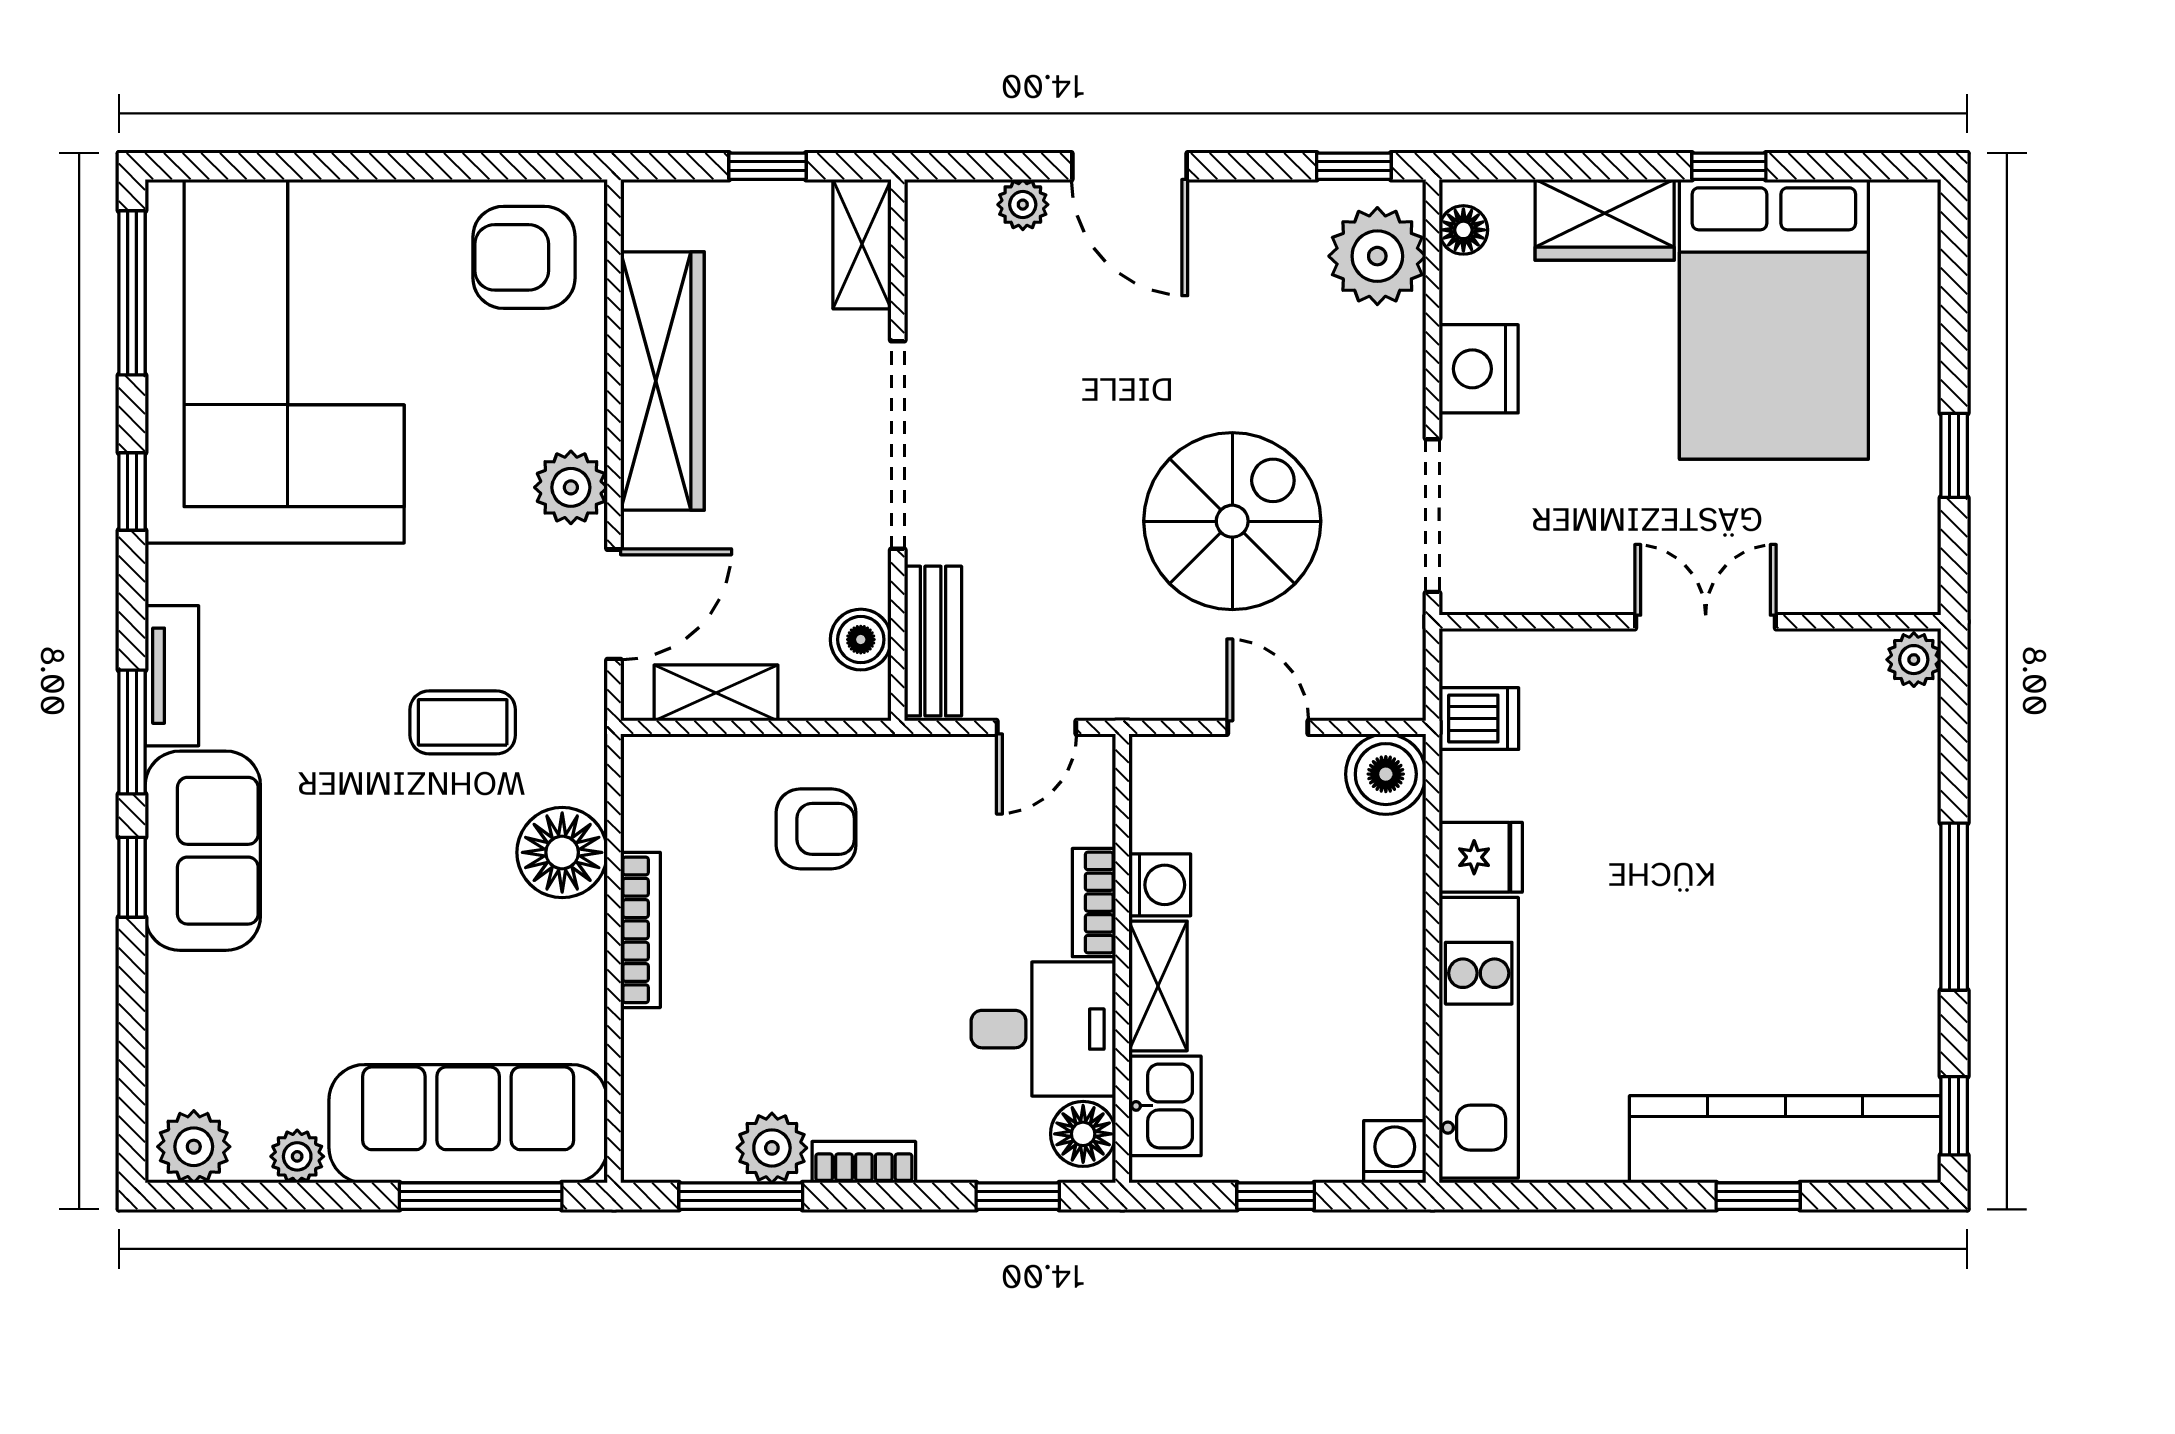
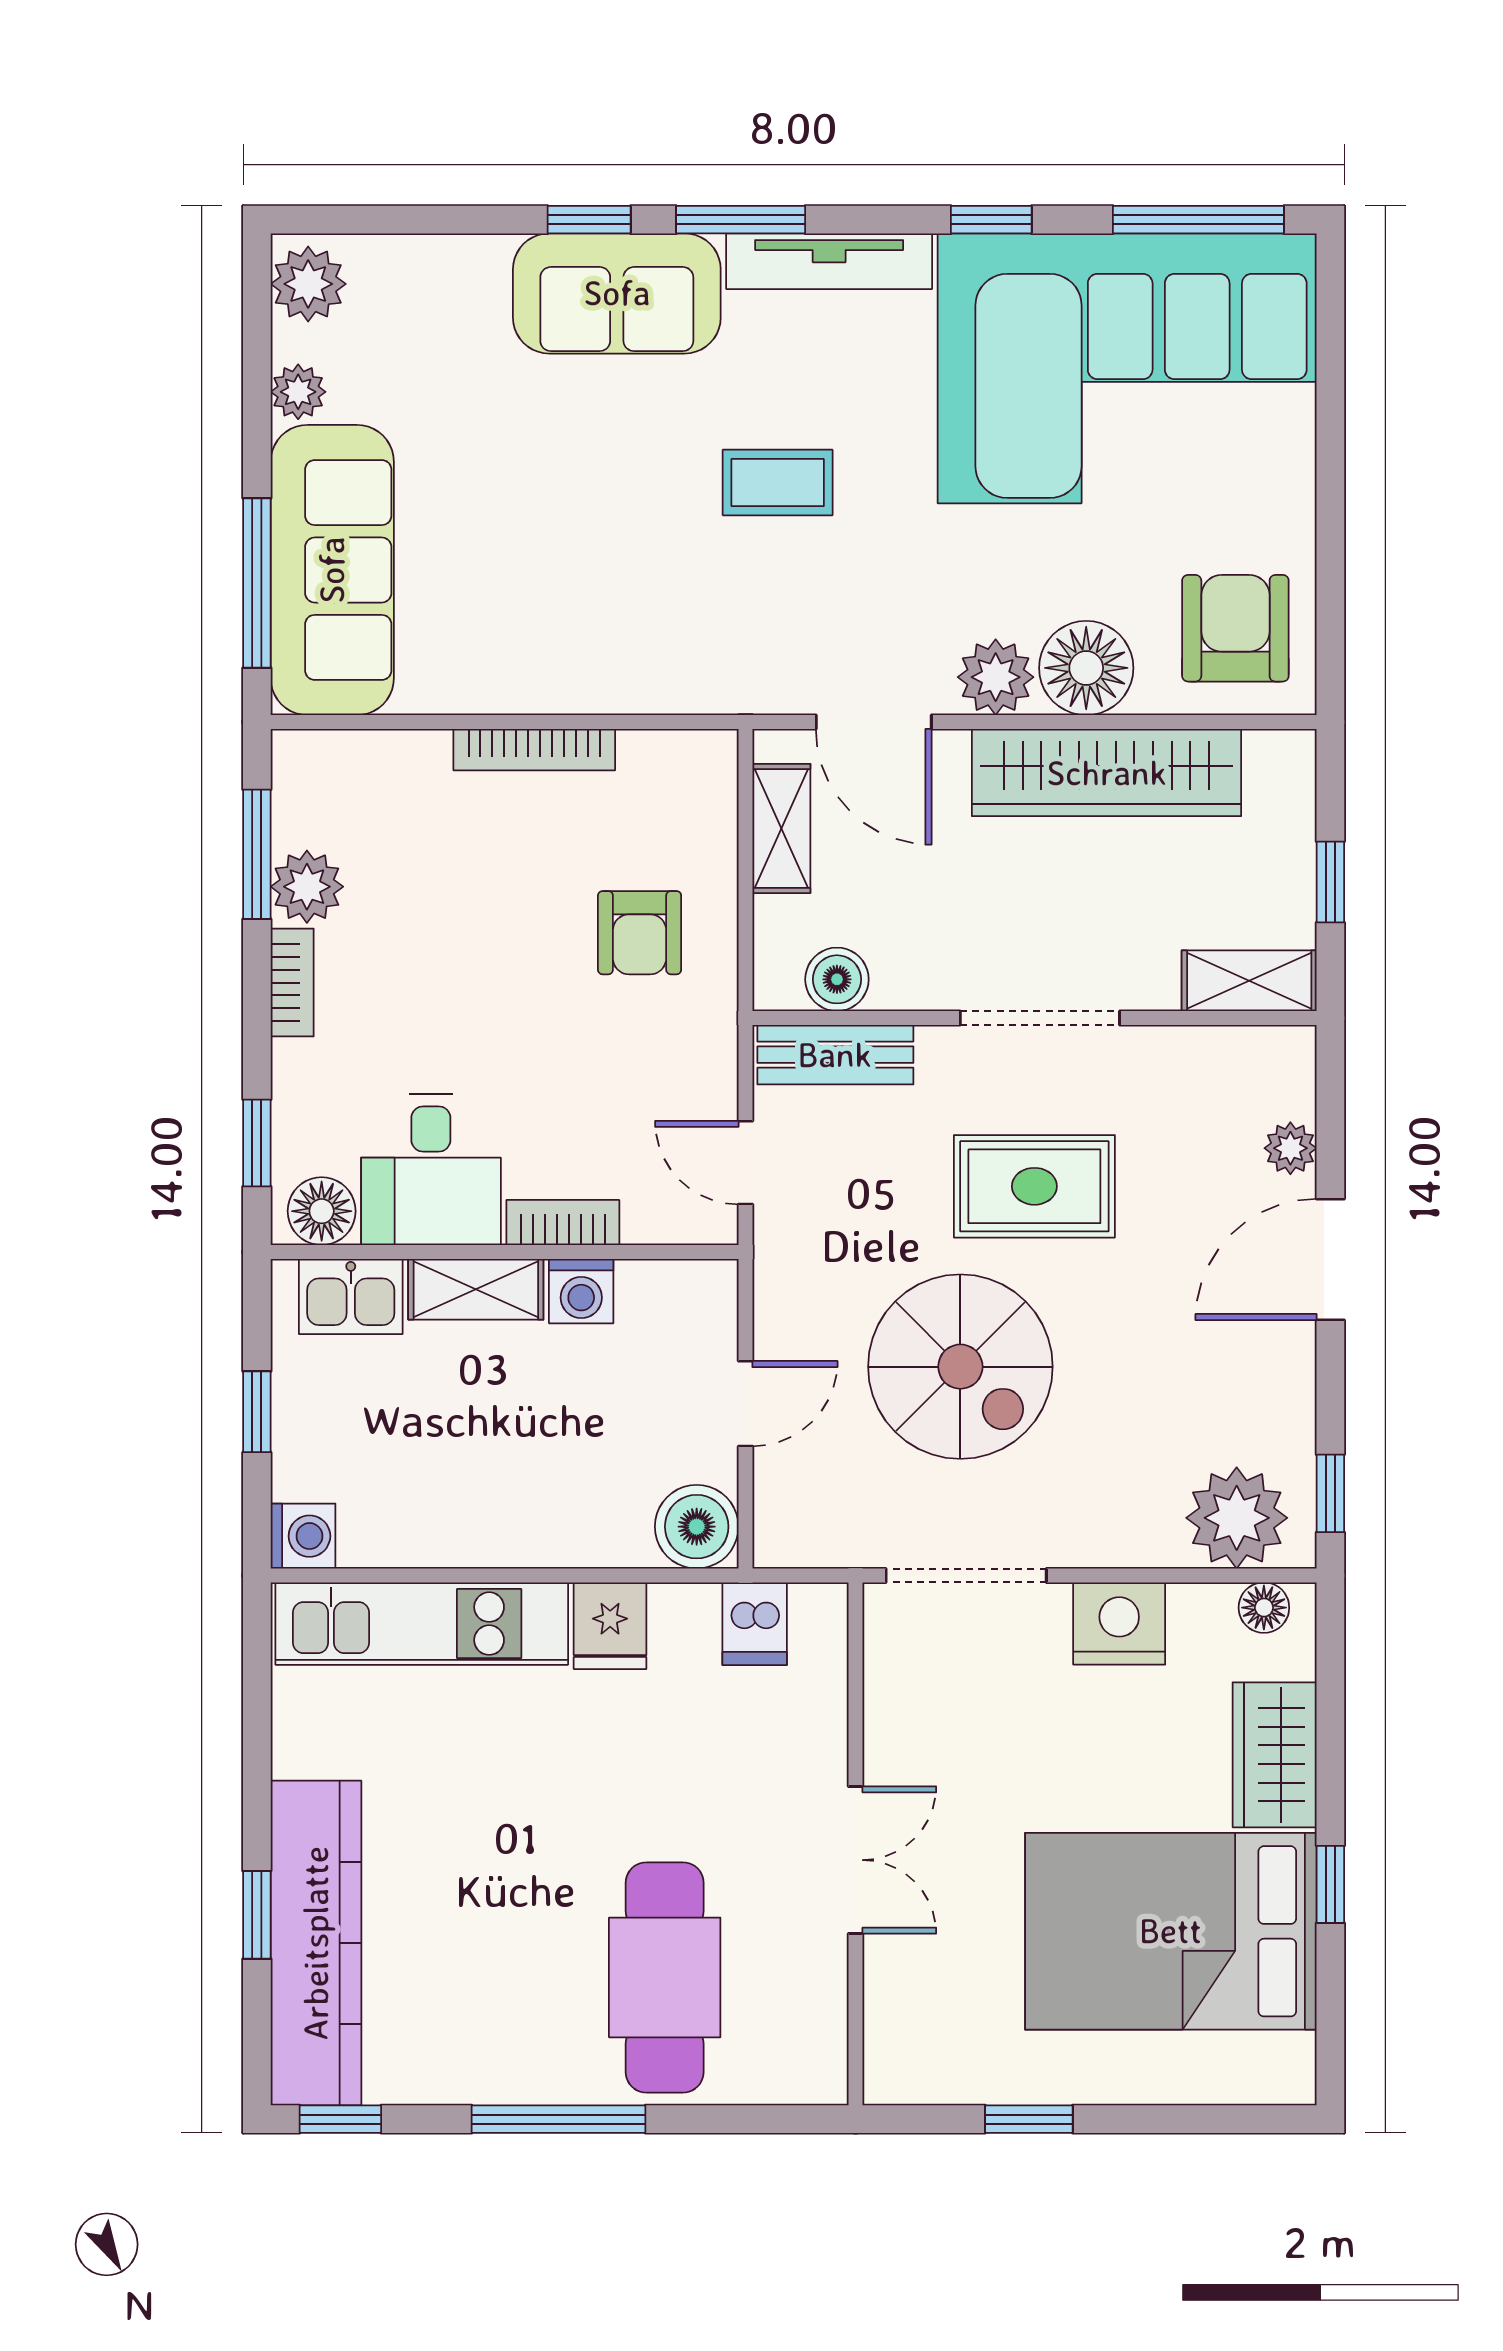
doorway: (898, 445) -> (1040, 1018), width x0.73
rug: (1059, 450) -> (1034, 1186), added
plant: (1914, 660) -> (816, 2077), removed
tv unit: (172, 676) -> (829, 261), width x1.41
coffee table: (463, 722) -> (778, 483), moved, turned 90
cafe table: (1818, 805) -> (665, 1977), added
floor lamp: (562, 852) -> (1086, 668), moved

